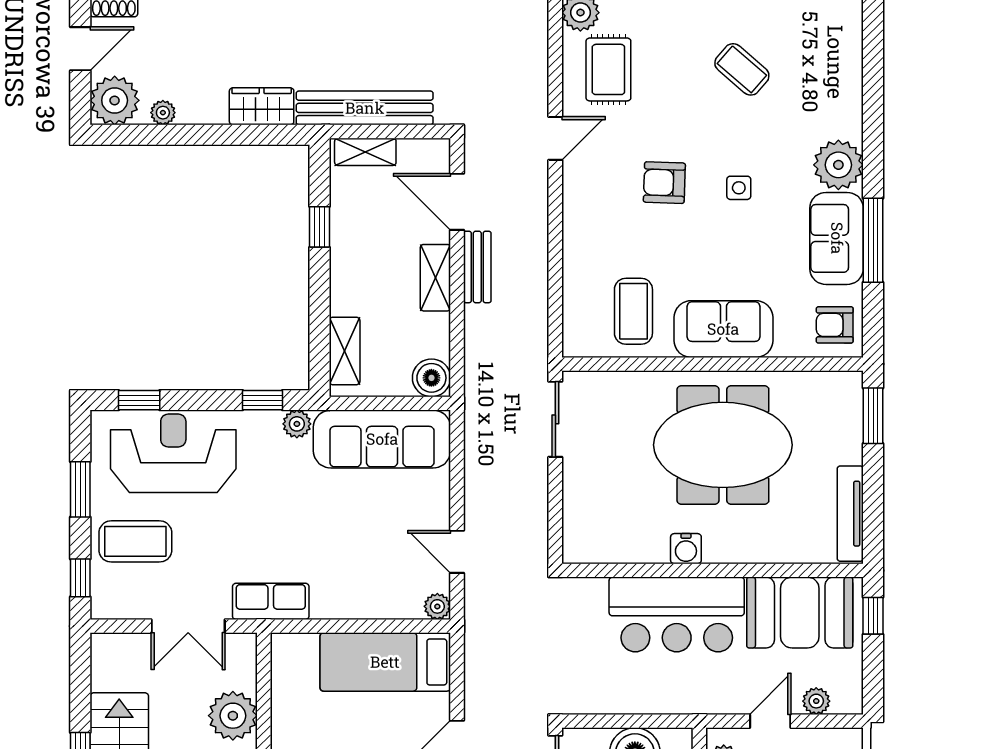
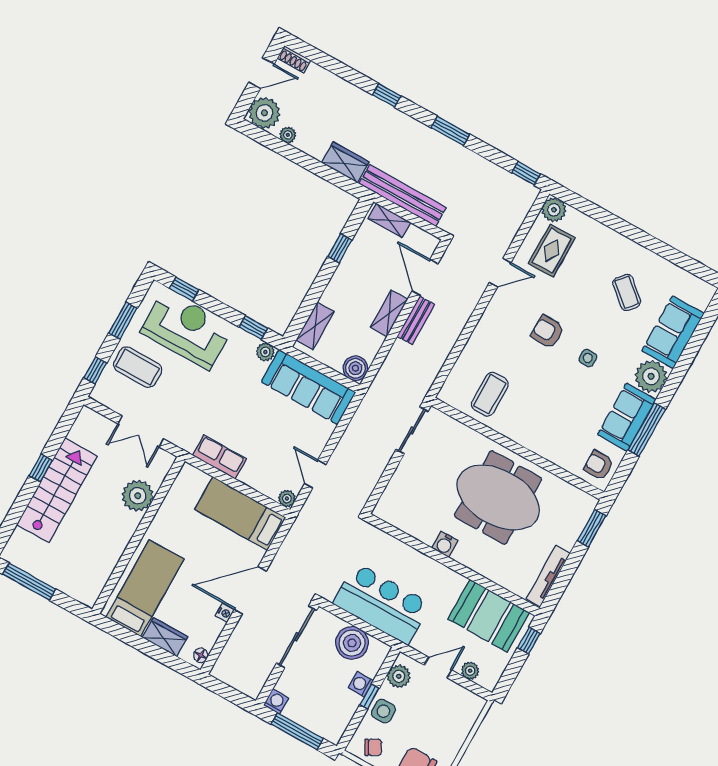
sofa: (723, 329) -> (673, 332), moved, turned -90
row of seats: (271, 601) -> (219, 457), moved
bar counter: (677, 614) -> (382, 604), moved, turned 180

